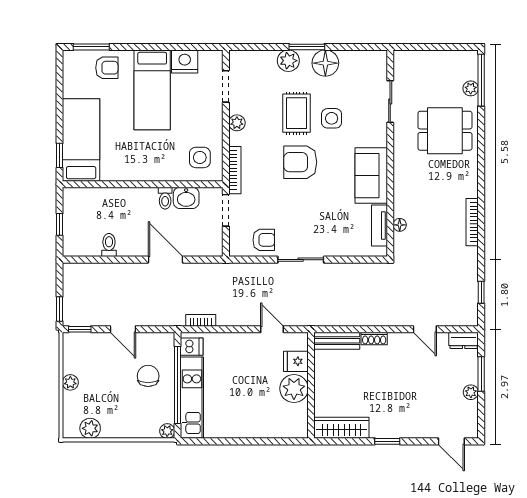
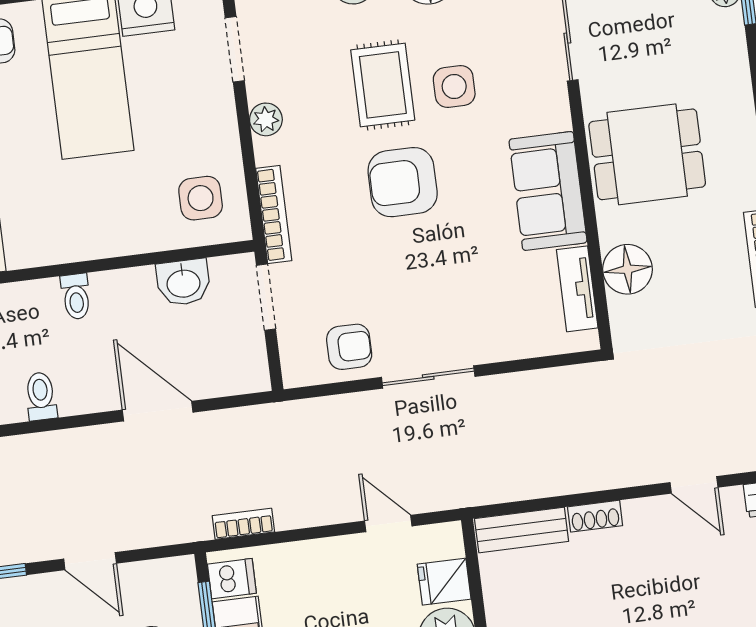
dining table: (445, 131) -> (647, 154), moved
toilet: (165, 198) -> (76, 296), moved
floor lamp: (400, 225) -> (627, 269), width x1.89, depth x1.89

